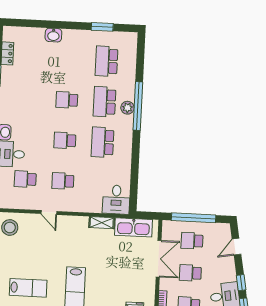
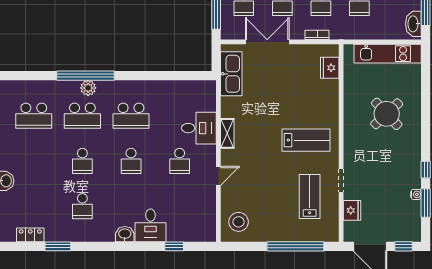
school desk: (25, 179) -> (82, 206), moved
desk: (116, 200) -> (199, 128), moved
shelving: (102, 223) -> (227, 133), moved

